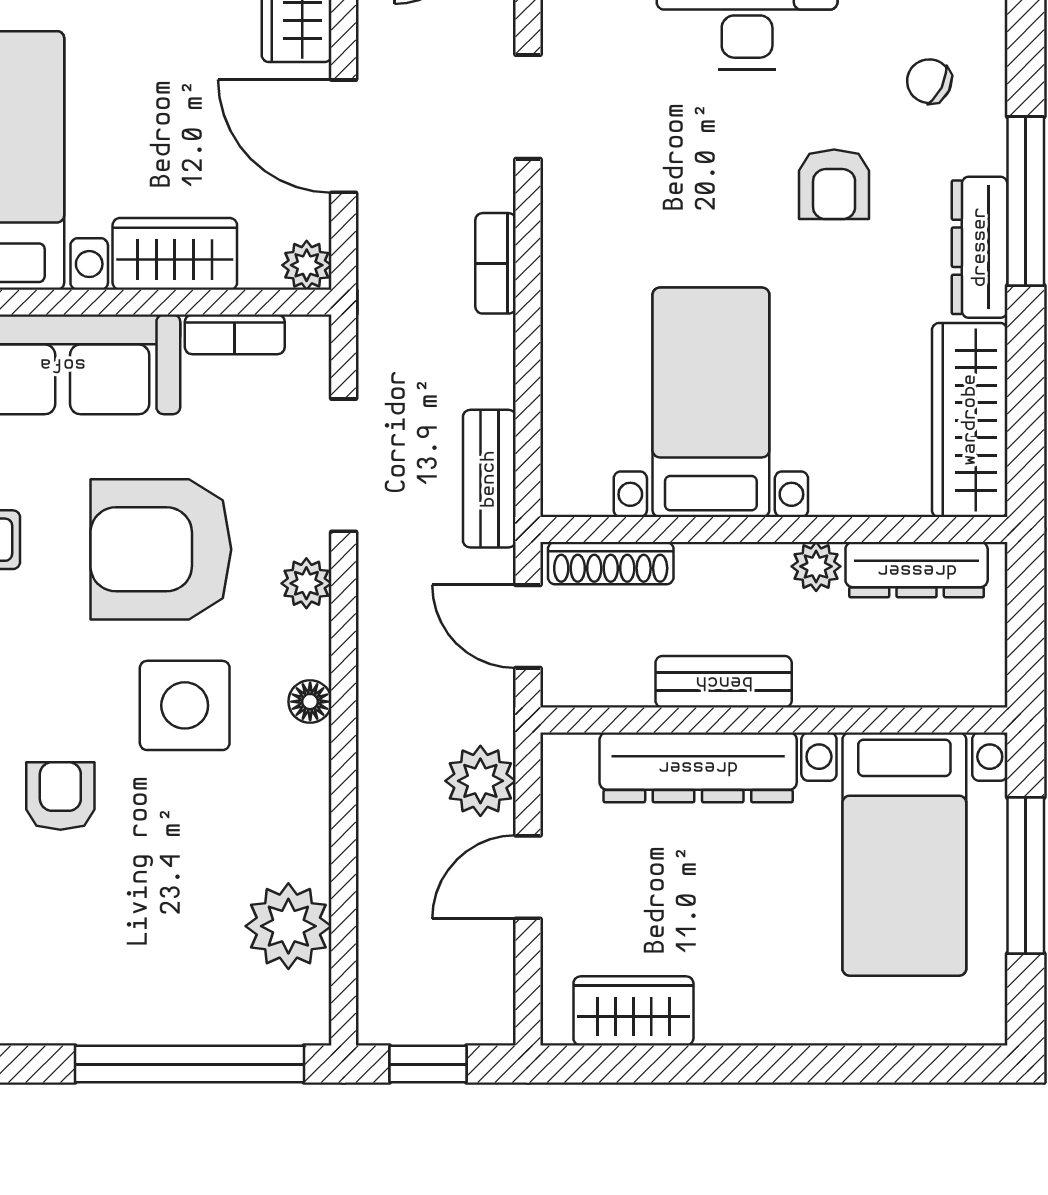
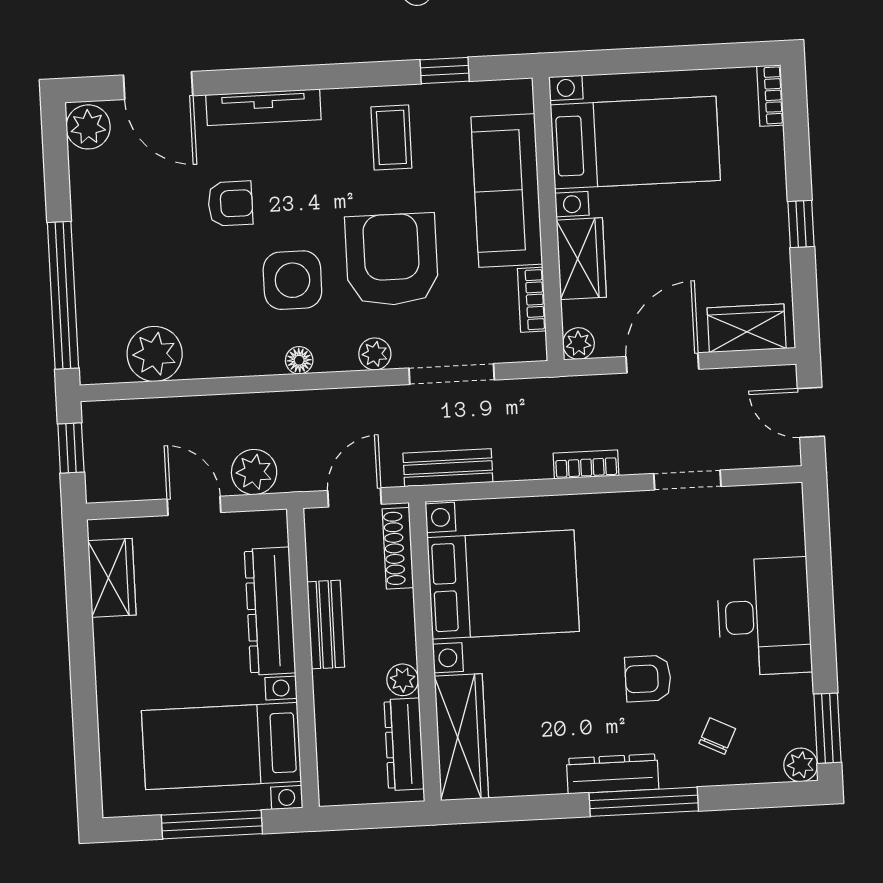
bed with nightstands: (711, 402) -> (503, 585), width x1.36
wardrobe: (970, 420) -> (461, 737), moved, turned 90

